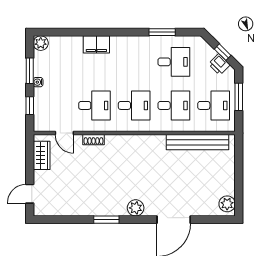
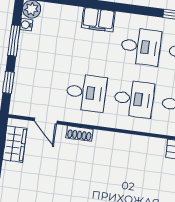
desk: (134, 62) -> (141, 47), added
water cooler: (38, 82) -> (26, 25), moved

